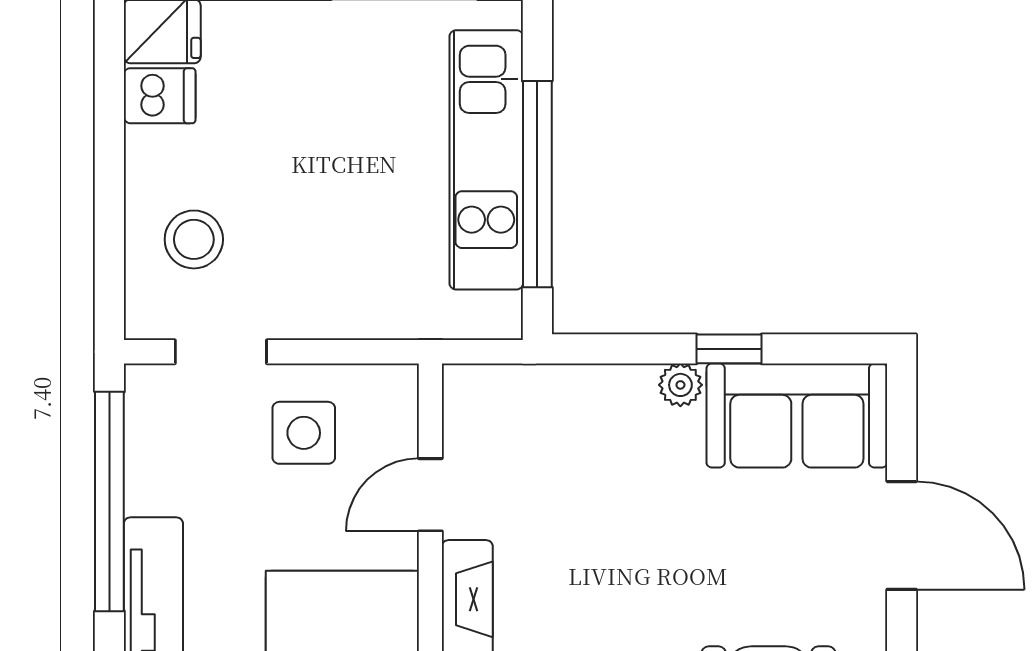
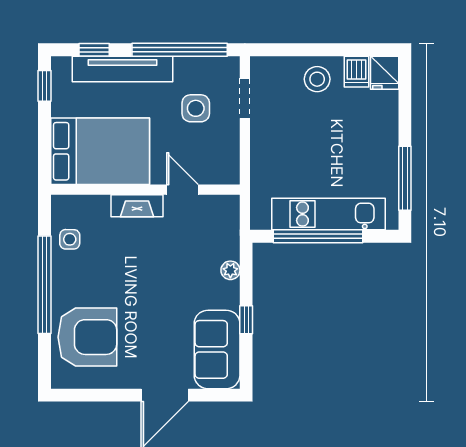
stool: (194, 239) -> (317, 79), moved
plant: (680, 385) -> (230, 270), moved
side table: (304, 433) -> (196, 108), moved

